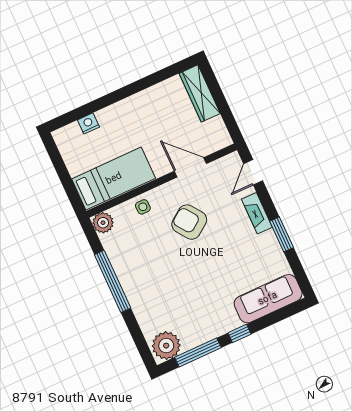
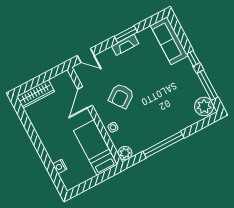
fireplace: (257, 213) -> (125, 45), moved

